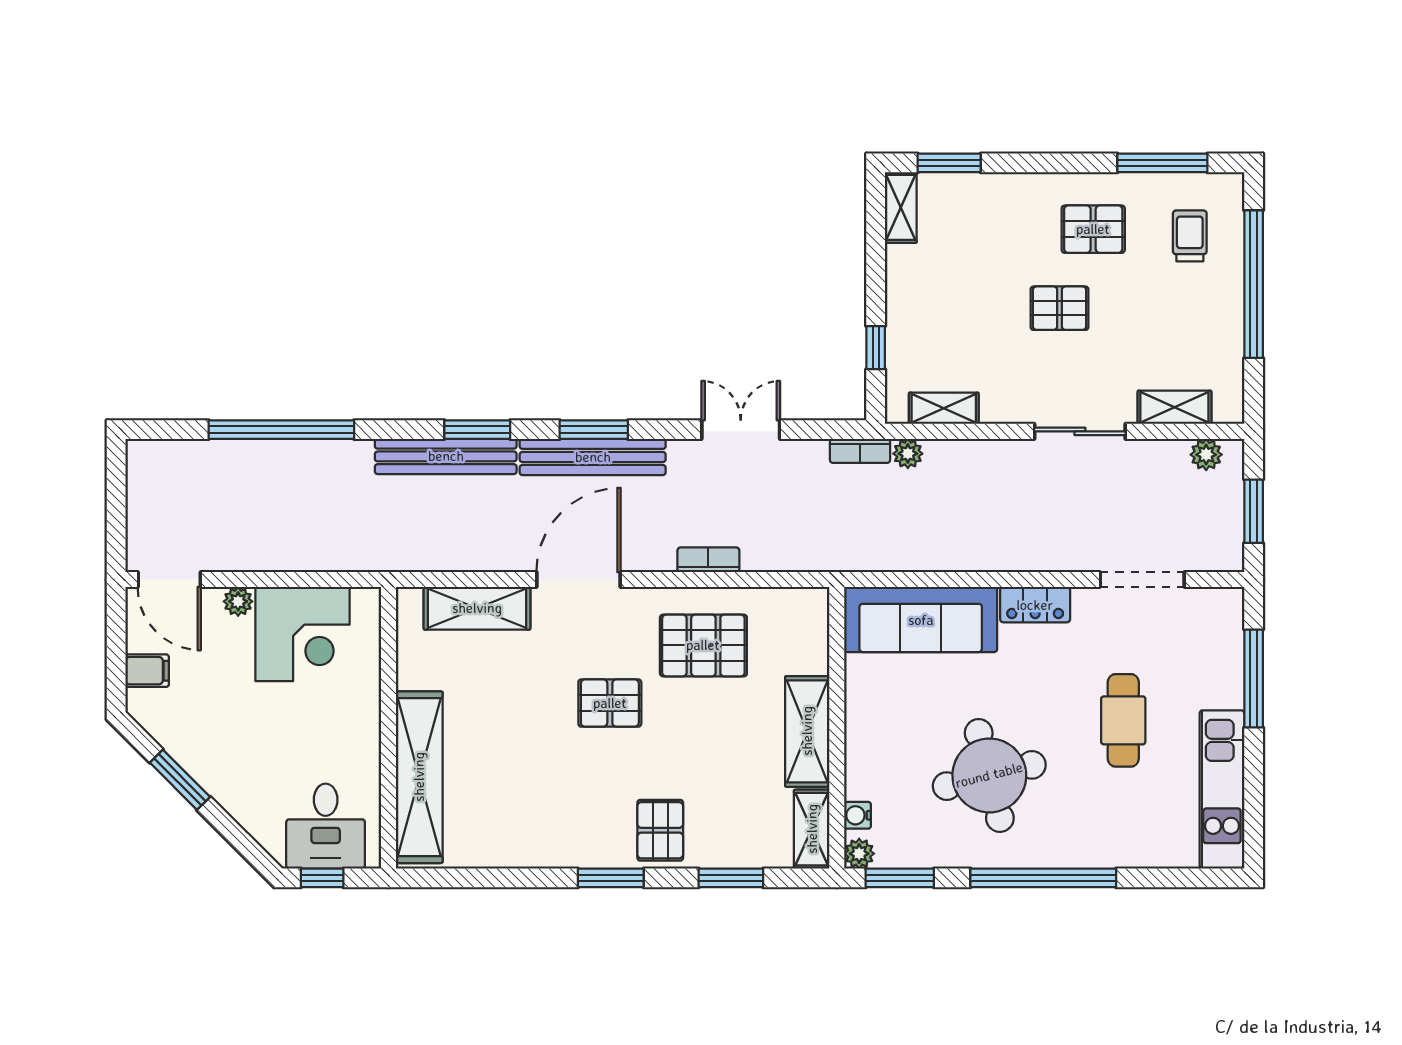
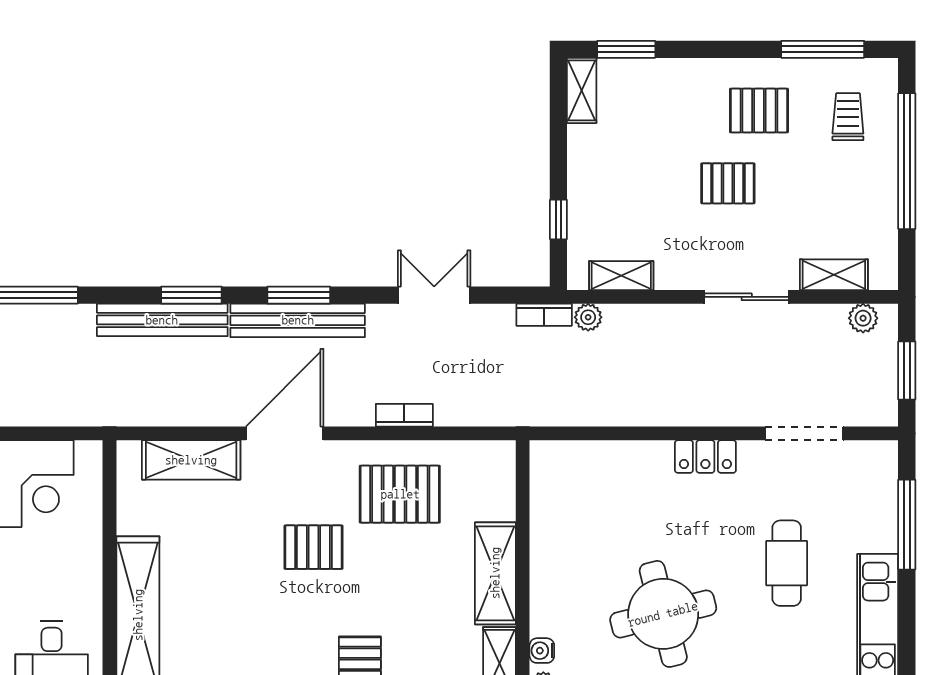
sofa: (921, 620) -> (600, 470), removed

